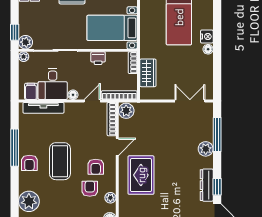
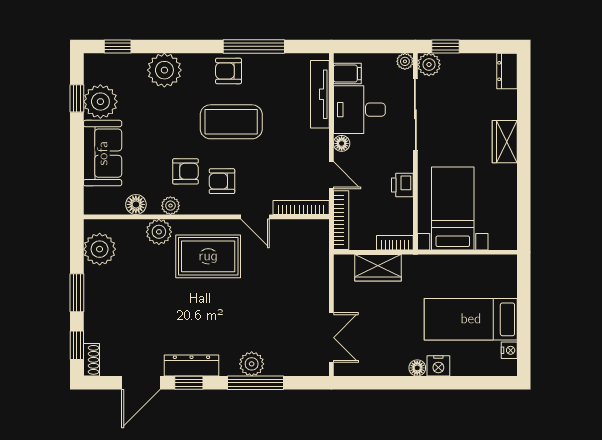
plant: (126, 111) -> (159, 232), moved
window: (217, 134) -> (255, 383), moved

